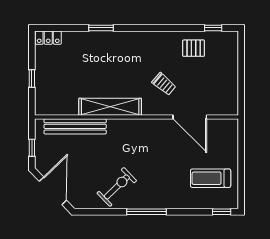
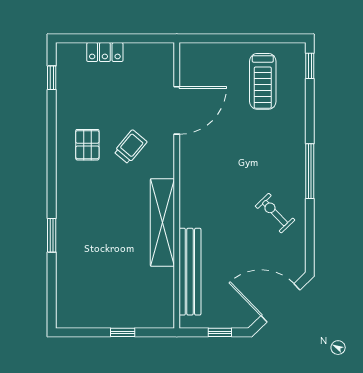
locker: (48, 38) -> (105, 52), moved, turned 90
pallet: (194, 48) -> (87, 145), moved
exercise bike: (117, 187) -> (275, 213), width x0.73, depth x0.72

